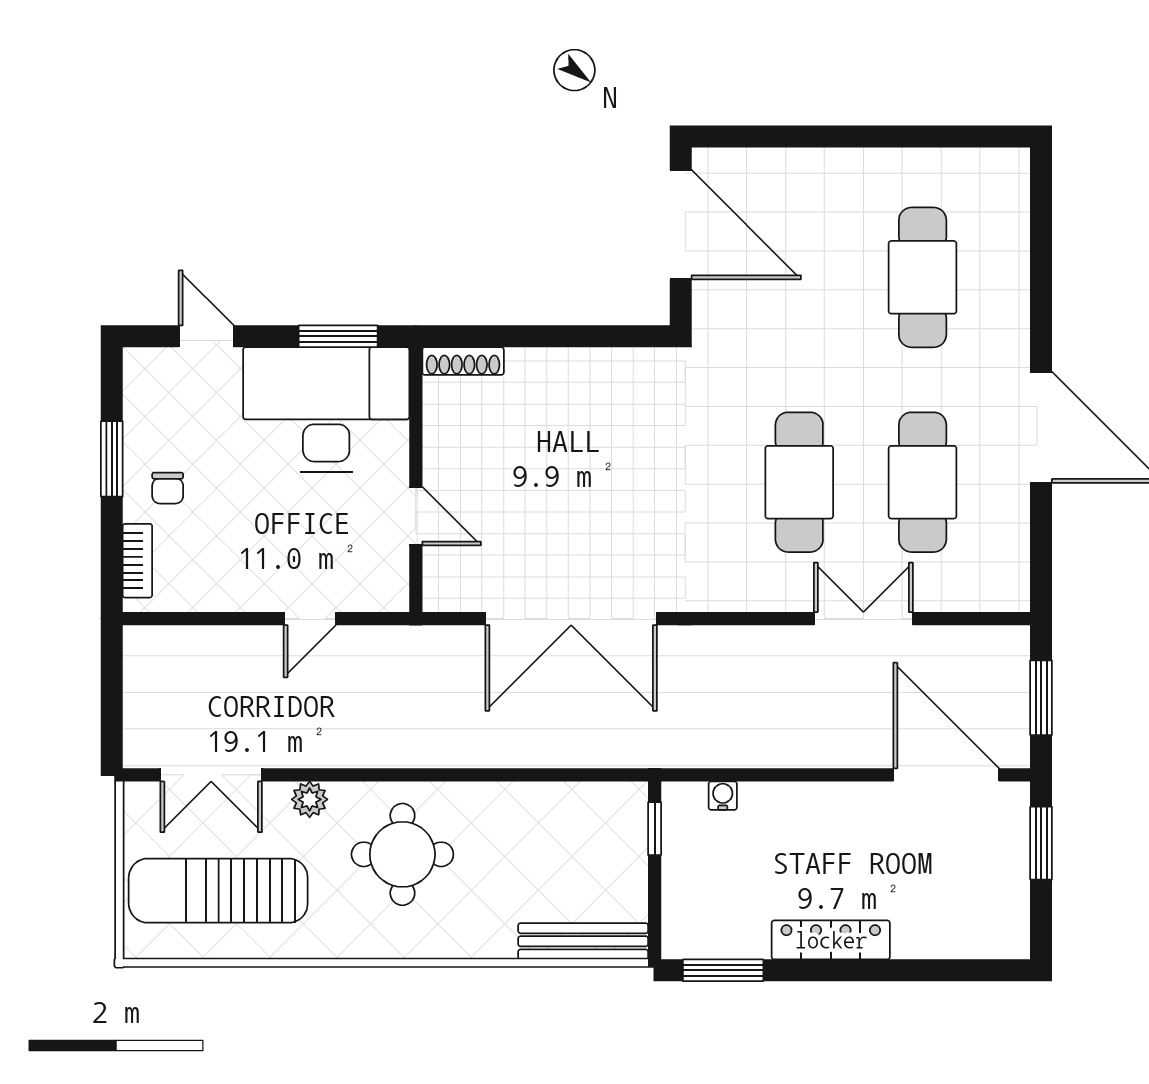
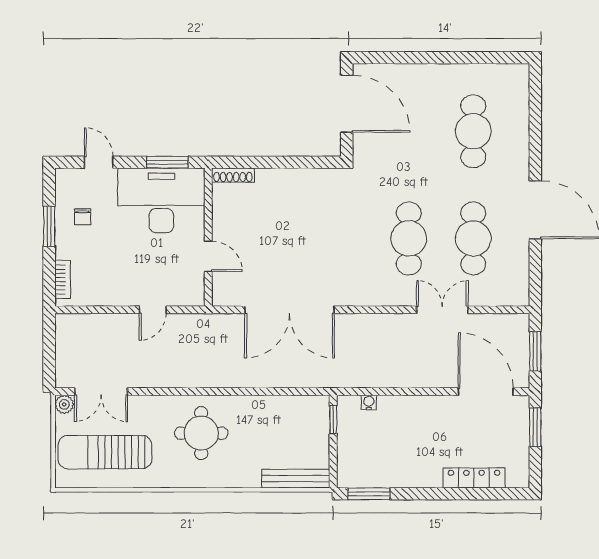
chair: (168, 488) -> (83, 217), moved
plant: (310, 799) -> (64, 404), moved
locker: (831, 940) -> (474, 478), moved

